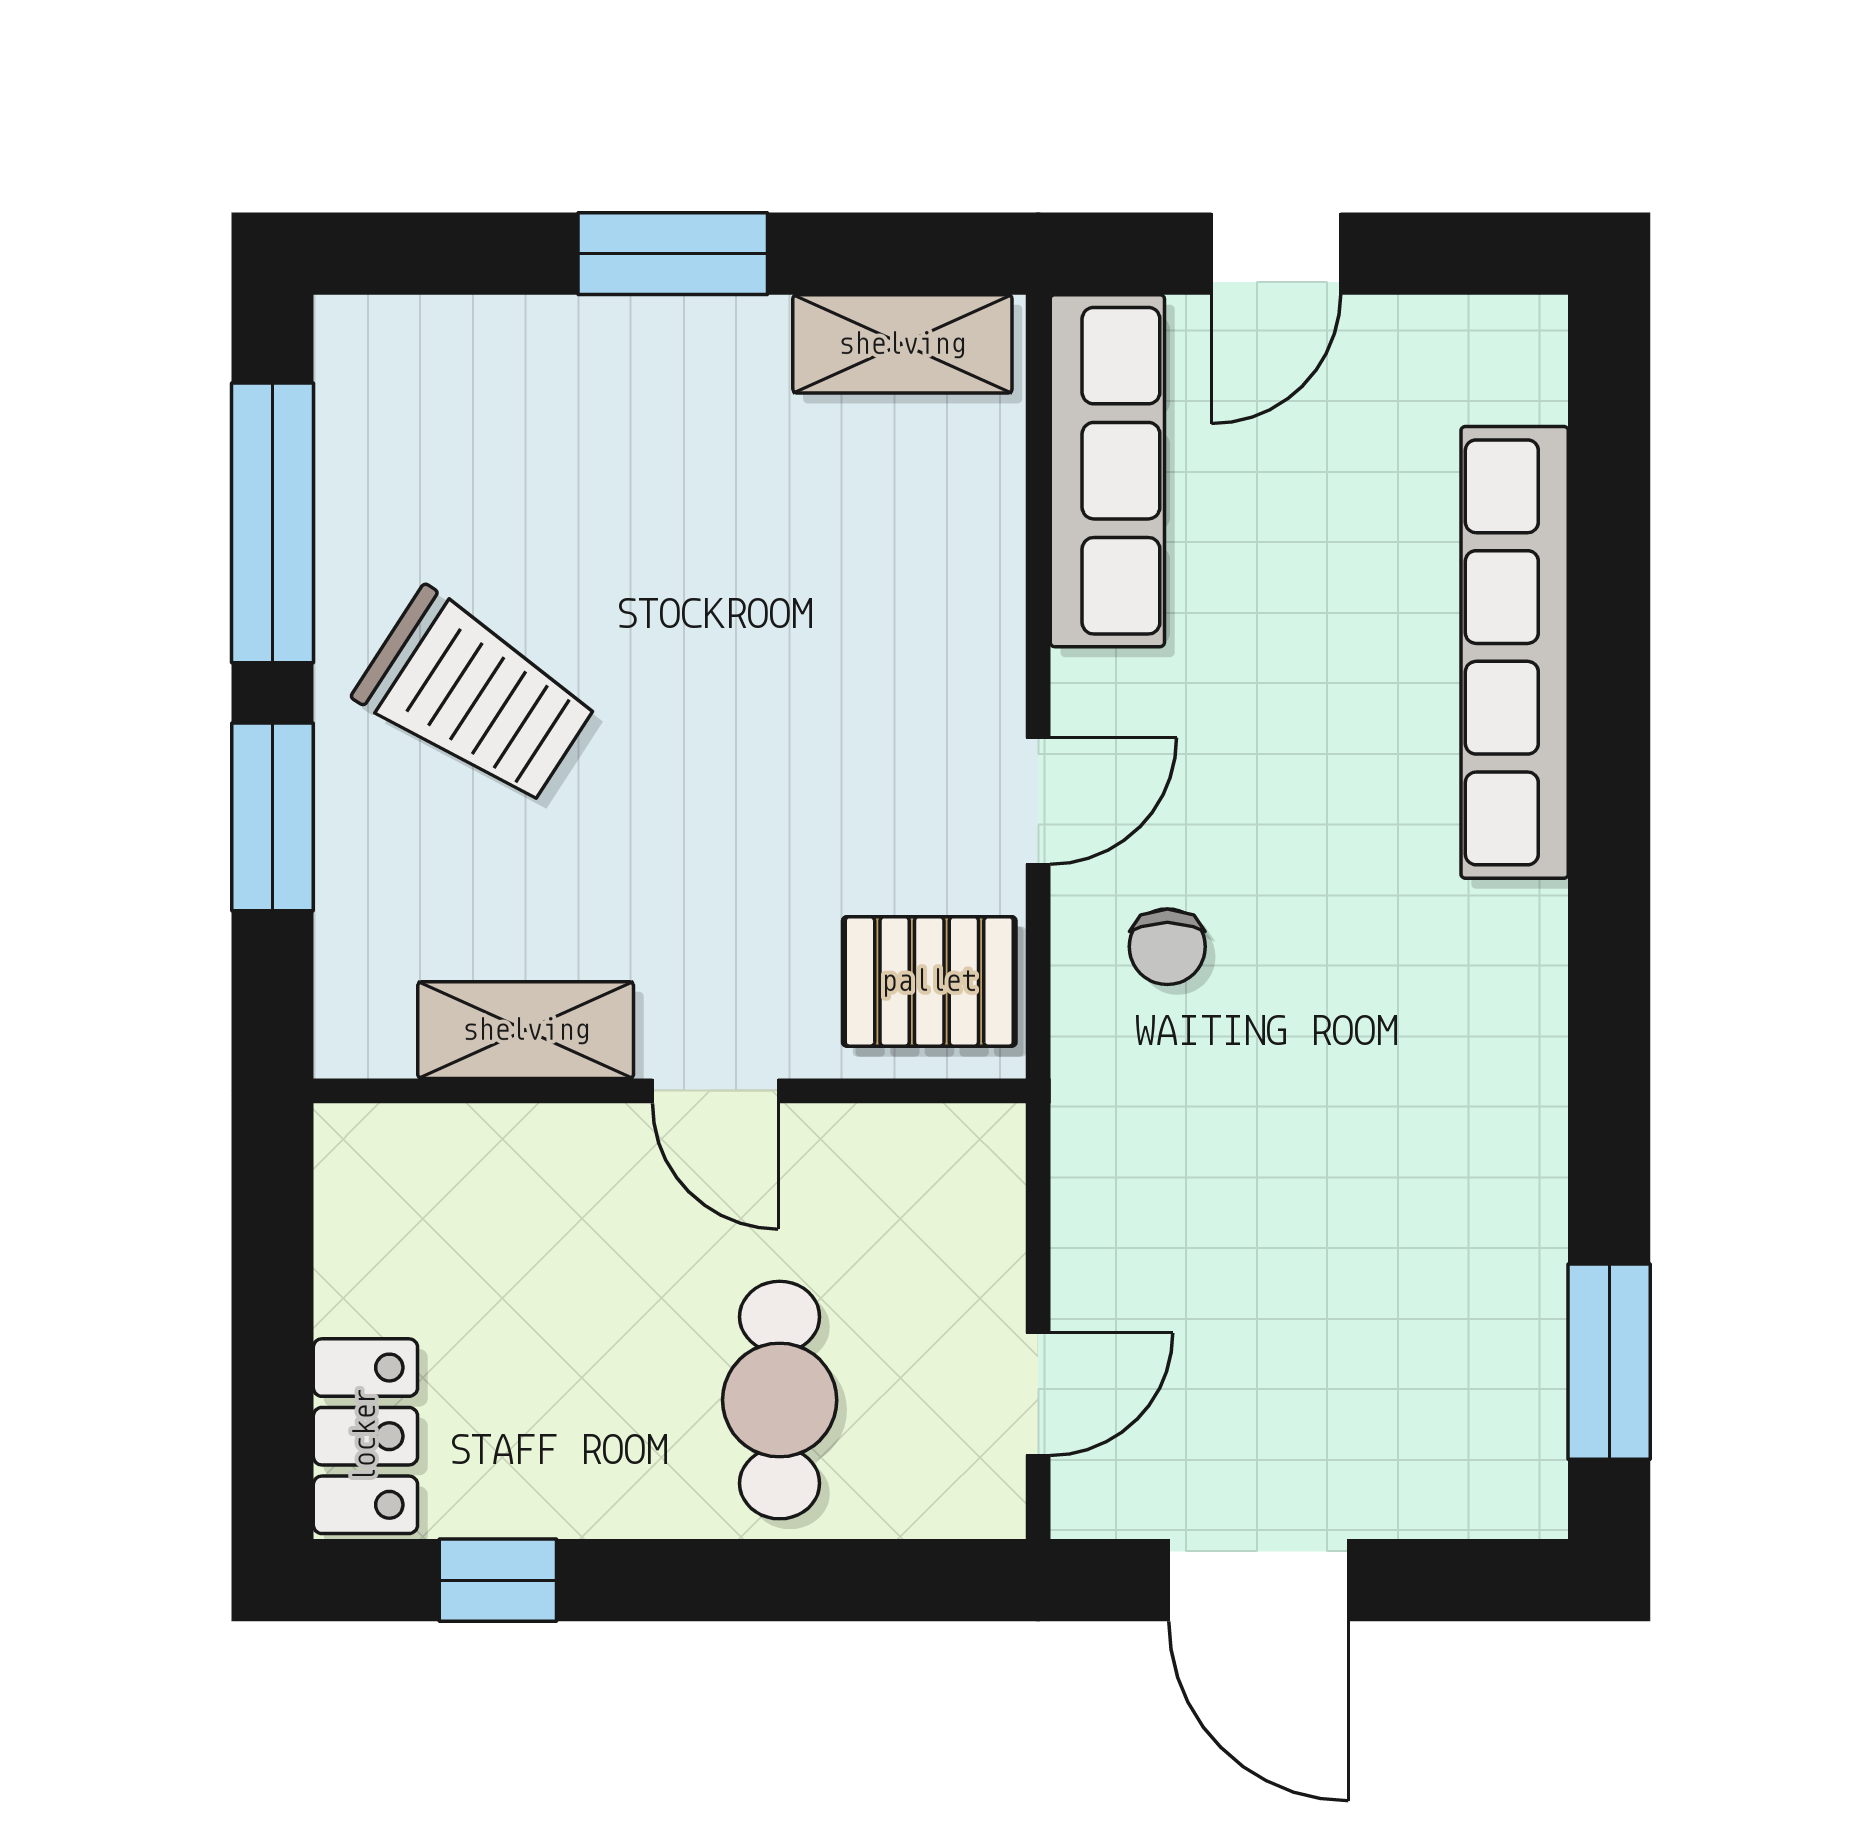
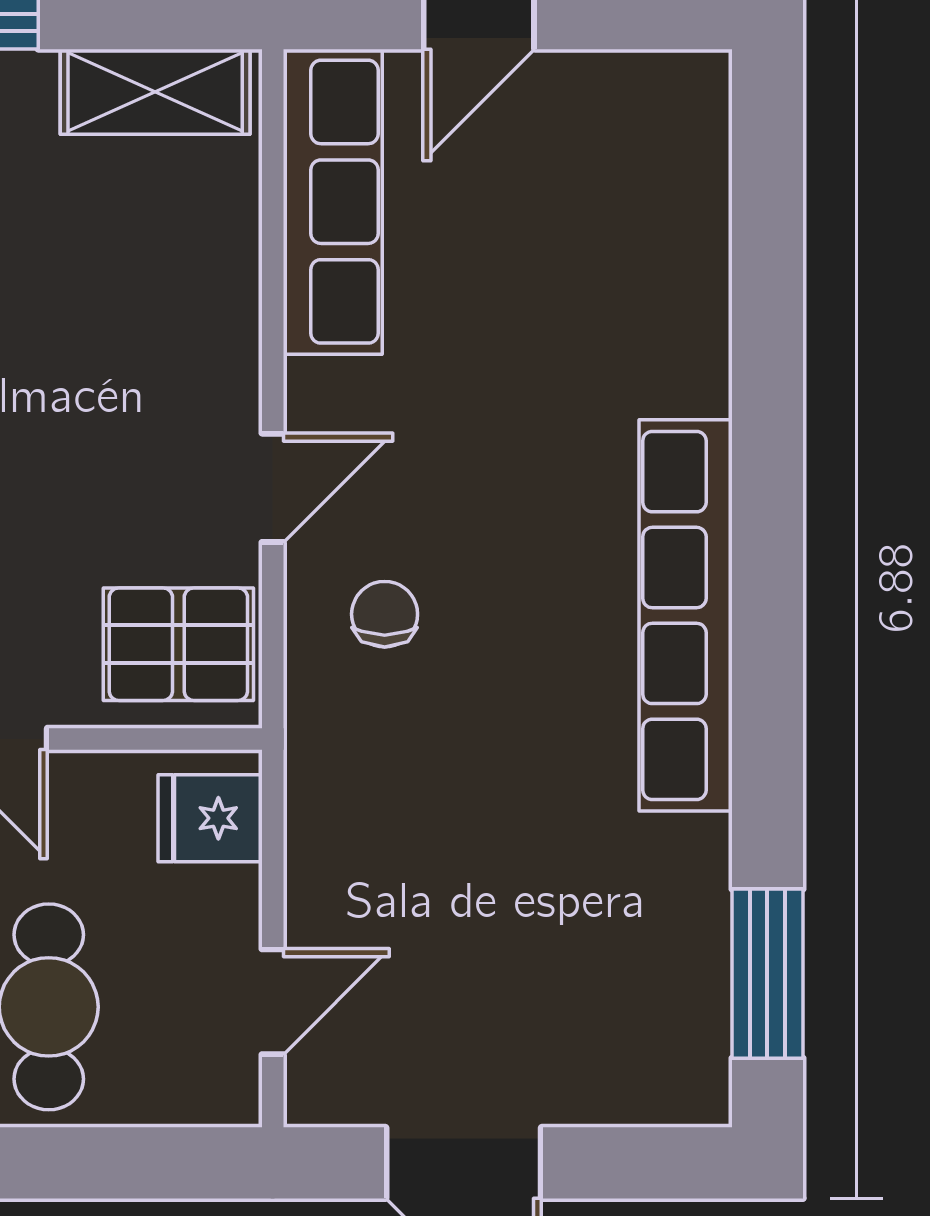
row of seats: (1515, 652) -> (686, 615), moved
chair: (1167, 947) -> (385, 614), turned 180
fridge: (966, 1182) -> (210, 818), added

